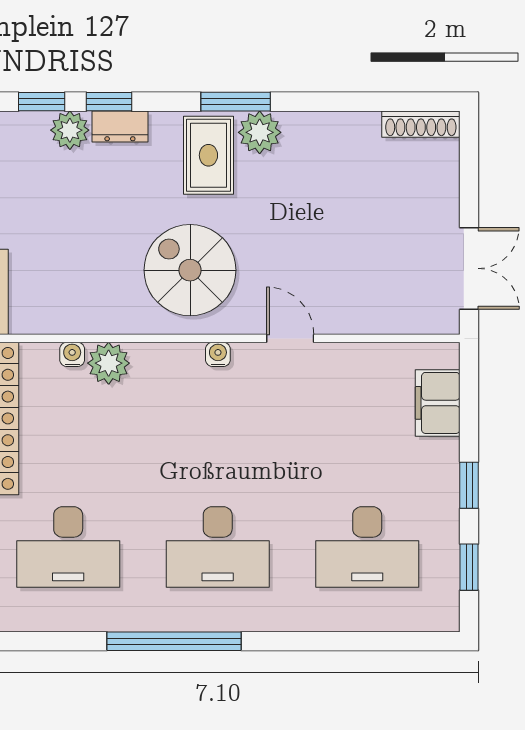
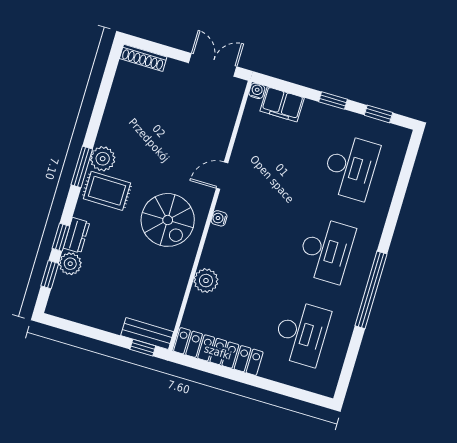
shoe rack: (421, 124) -> (143, 58), moved, turned 90
spiral stairs: (190, 270) -> (168, 220), turned -90
water cooler: (72, 354) -> (257, 91), moved, turned 90

